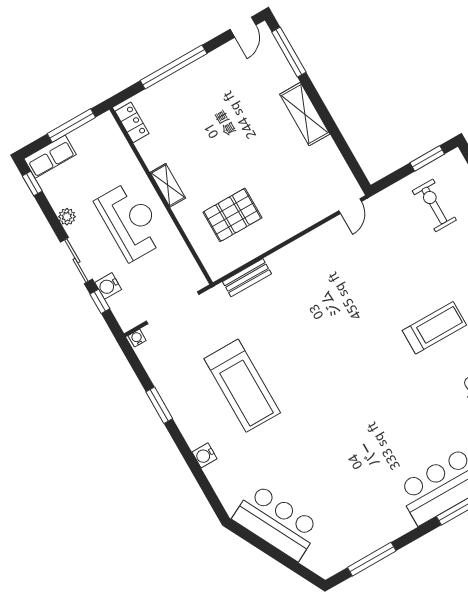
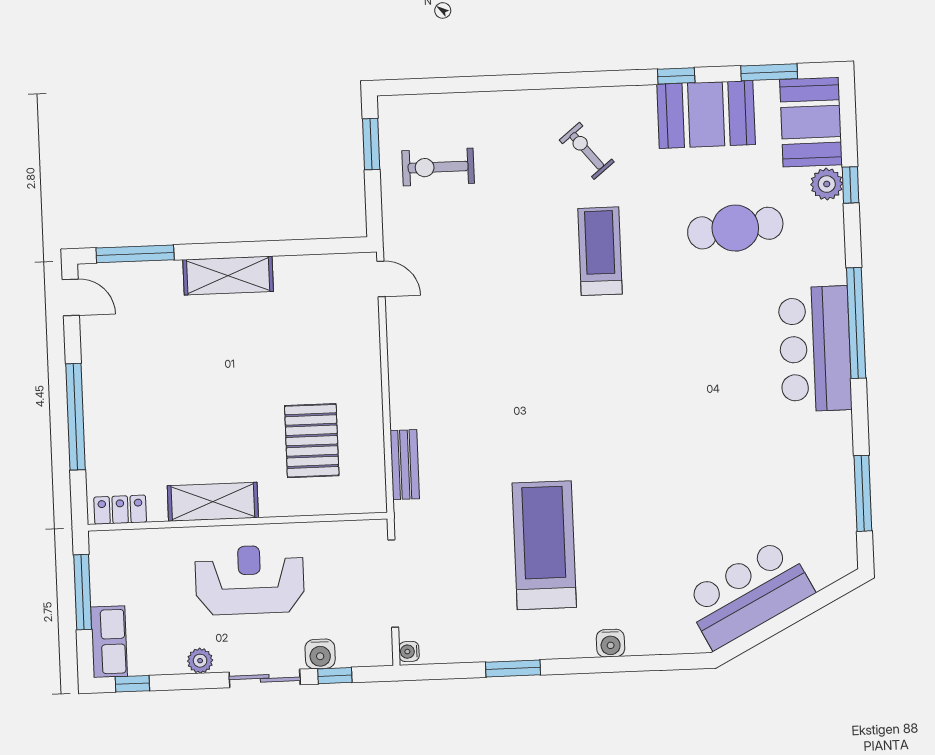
shelving: (168, 185) -> (213, 502), width x1.50, depth x1.33
treadmill: (242, 386) -> (544, 545), turned -90

